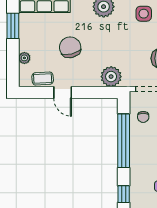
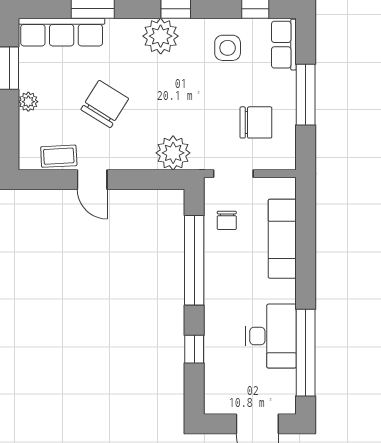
chair: (70, 47) -> (105, 104), turned 46
plant: (24, 58) -> (28, 102), moved

